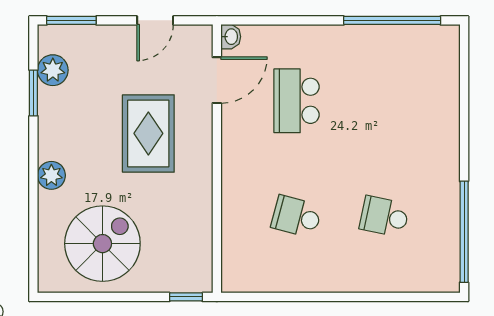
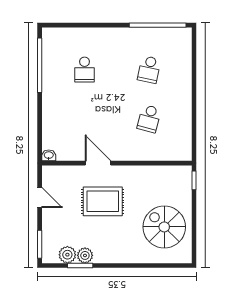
door: (217, 80) -> (98, 163), moved
school desk: (297, 101) -> (85, 70), moved, width x0.54
plant: (51, 175) -> (85, 255), moved

